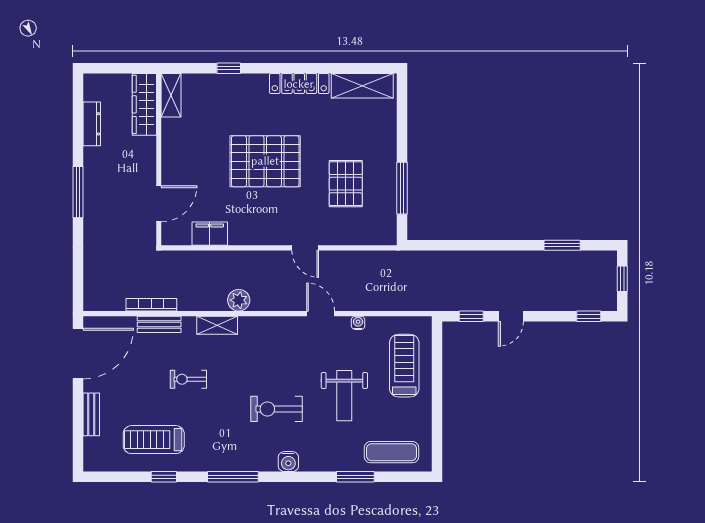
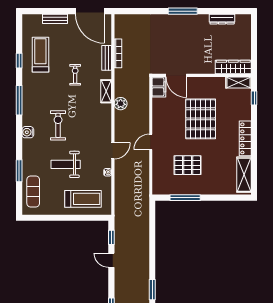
shelving: (171, 95) -> (238, 82), moved
wardrobe: (144, 104) -> (233, 67), moved
wall: (159, 159) -> (202, 75), moved
door: (159, 204) -> (176, 75), moved

